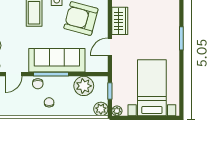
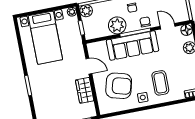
door: (110, 47) -> (89, 66), hinge flipped
door: (14, 74) -> (168, 26), hinge flipped
plant: (84, 86) -> (117, 25), moved

